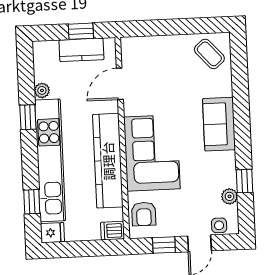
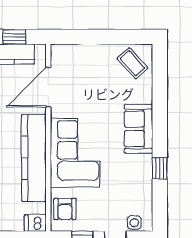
door: (120, 84) -> (48, 87), width x1.36
window: (245, 181) -> (160, 168), moved
plant: (229, 196) -> (145, 196), removed

